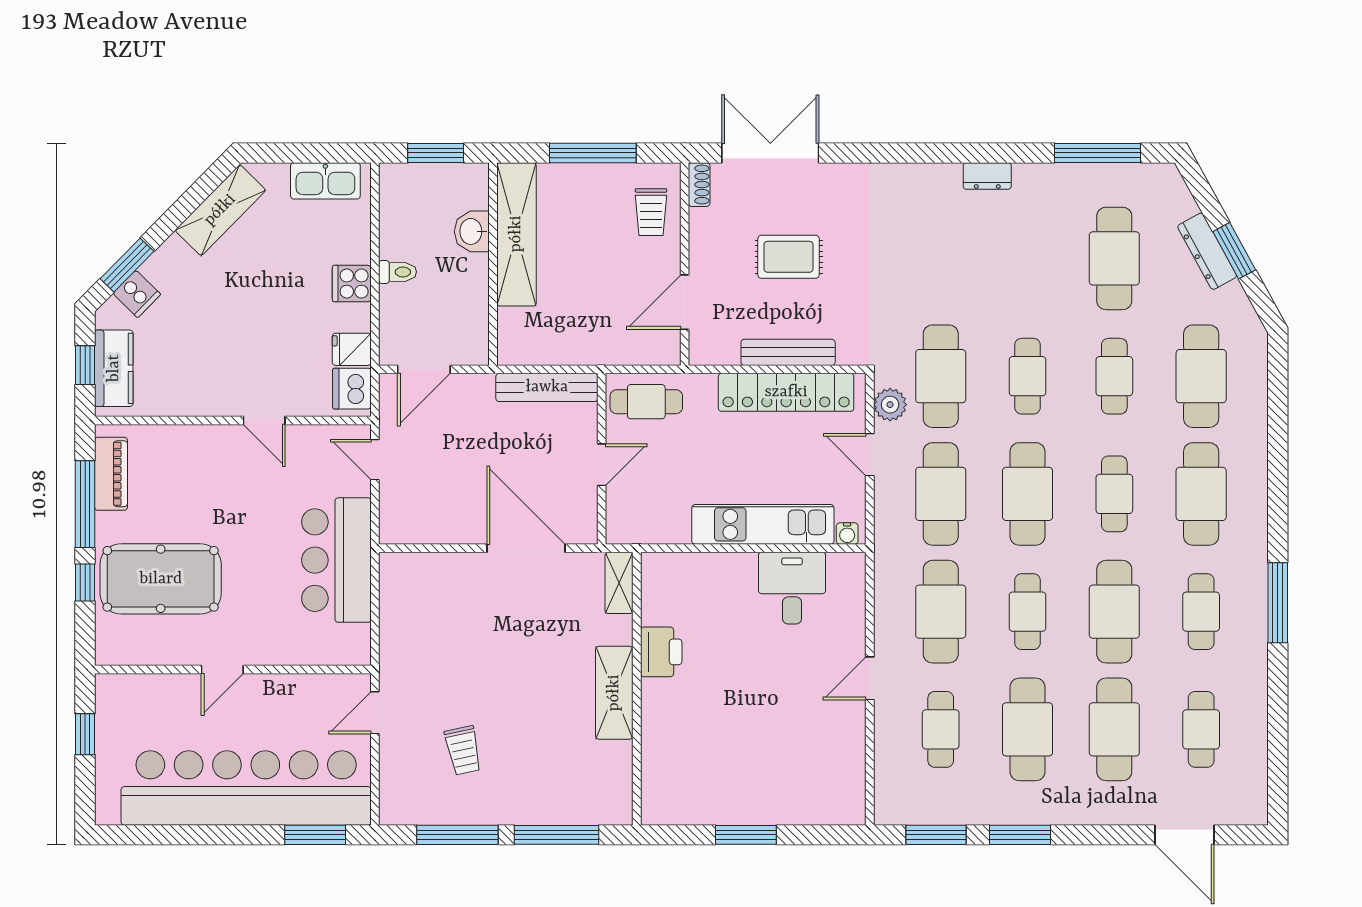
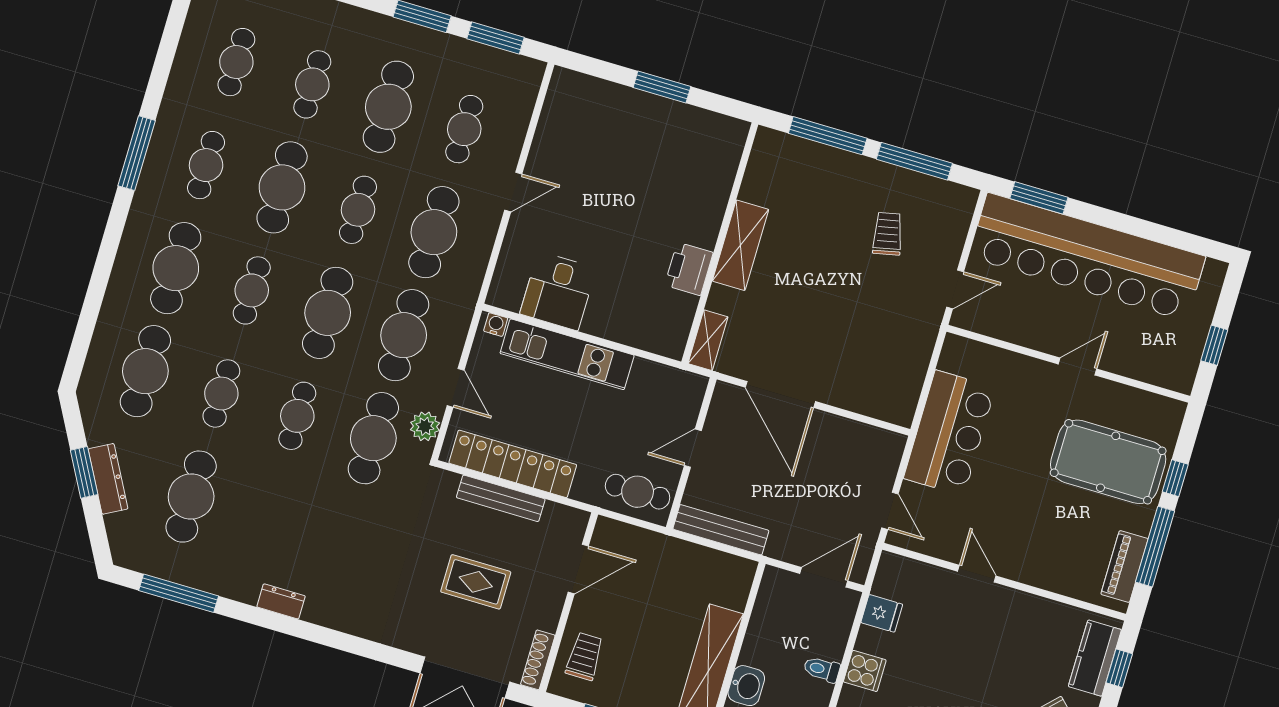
shoe rack: (699, 185) -> (538, 660), width x1.43
dishwasher: (352, 389) -> (892, 579), removed
cafe table: (1114, 729) -> (312, 84), width x0.73, depth x0.74

